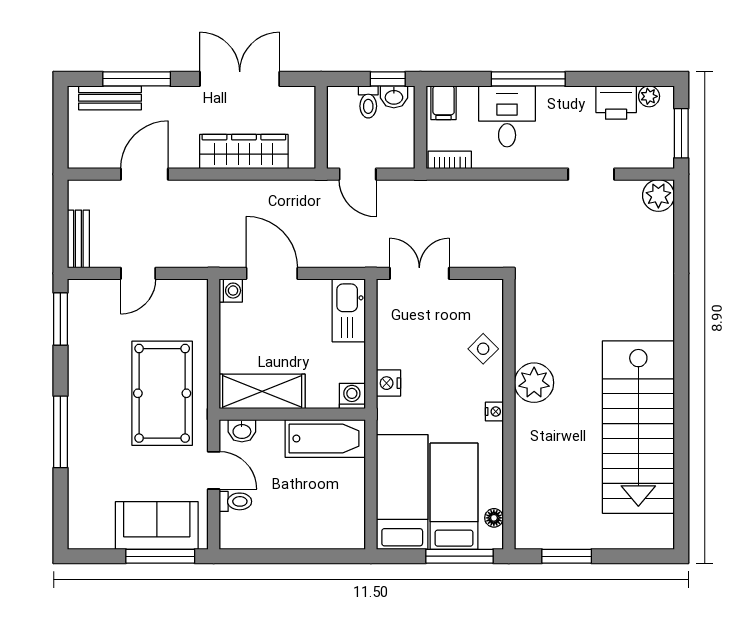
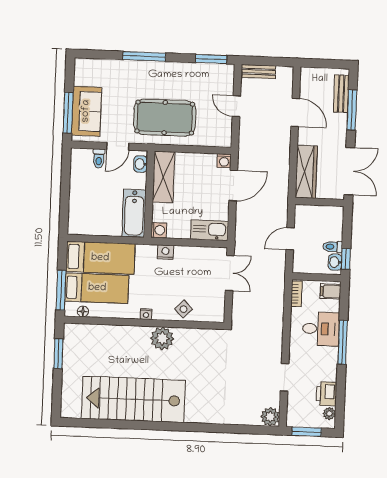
wall: (321, 127) -> (319, 202), moved

